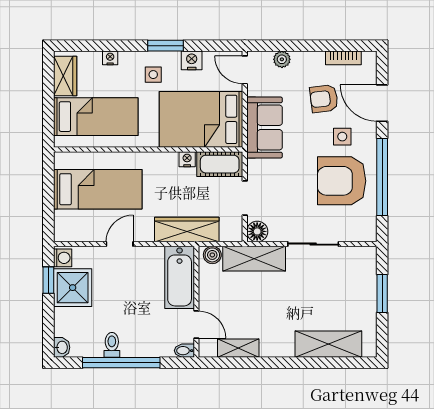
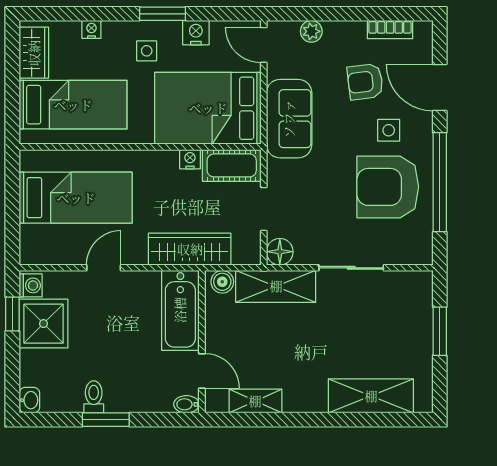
window: (121, 363) -> (106, 420), width x0.47

